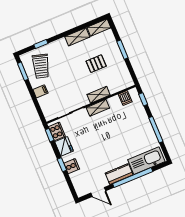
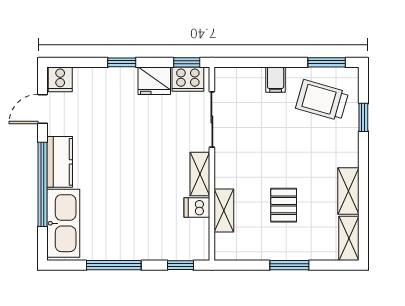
shelving: (99, 95) -> (224, 211), moved
dishwasher: (125, 98) -> (197, 207), moved
cooker: (72, 166) -> (60, 79), moved

